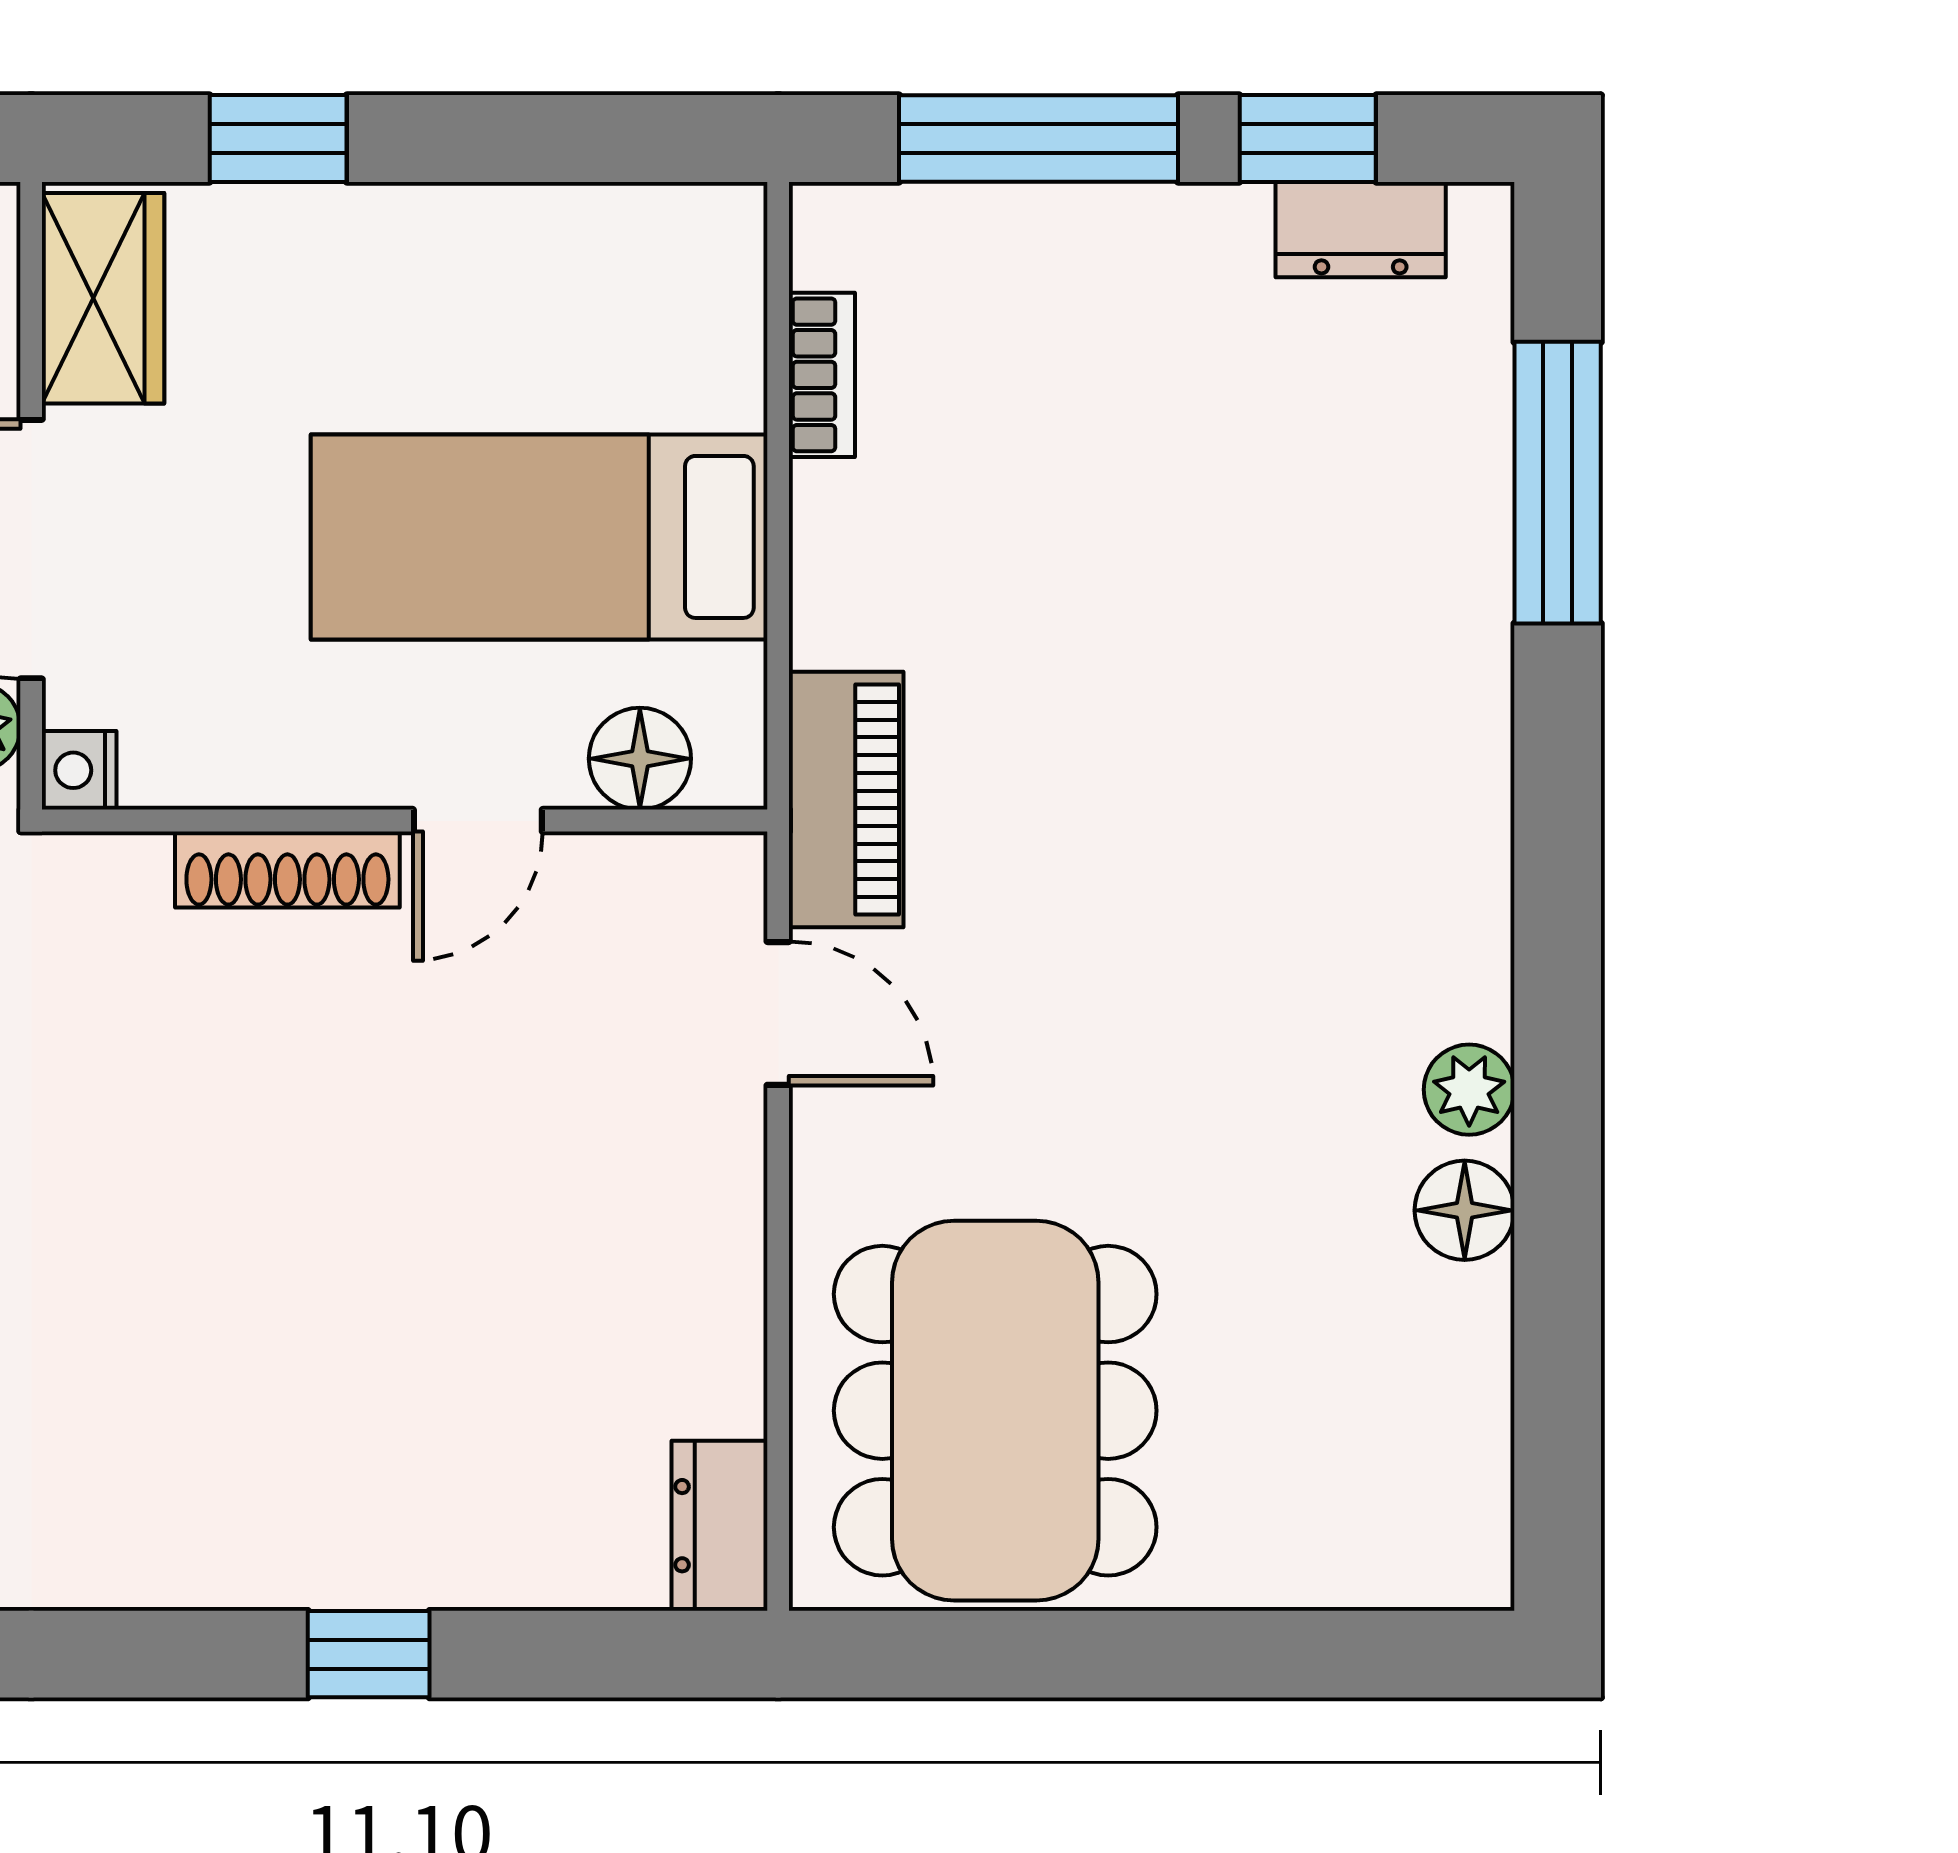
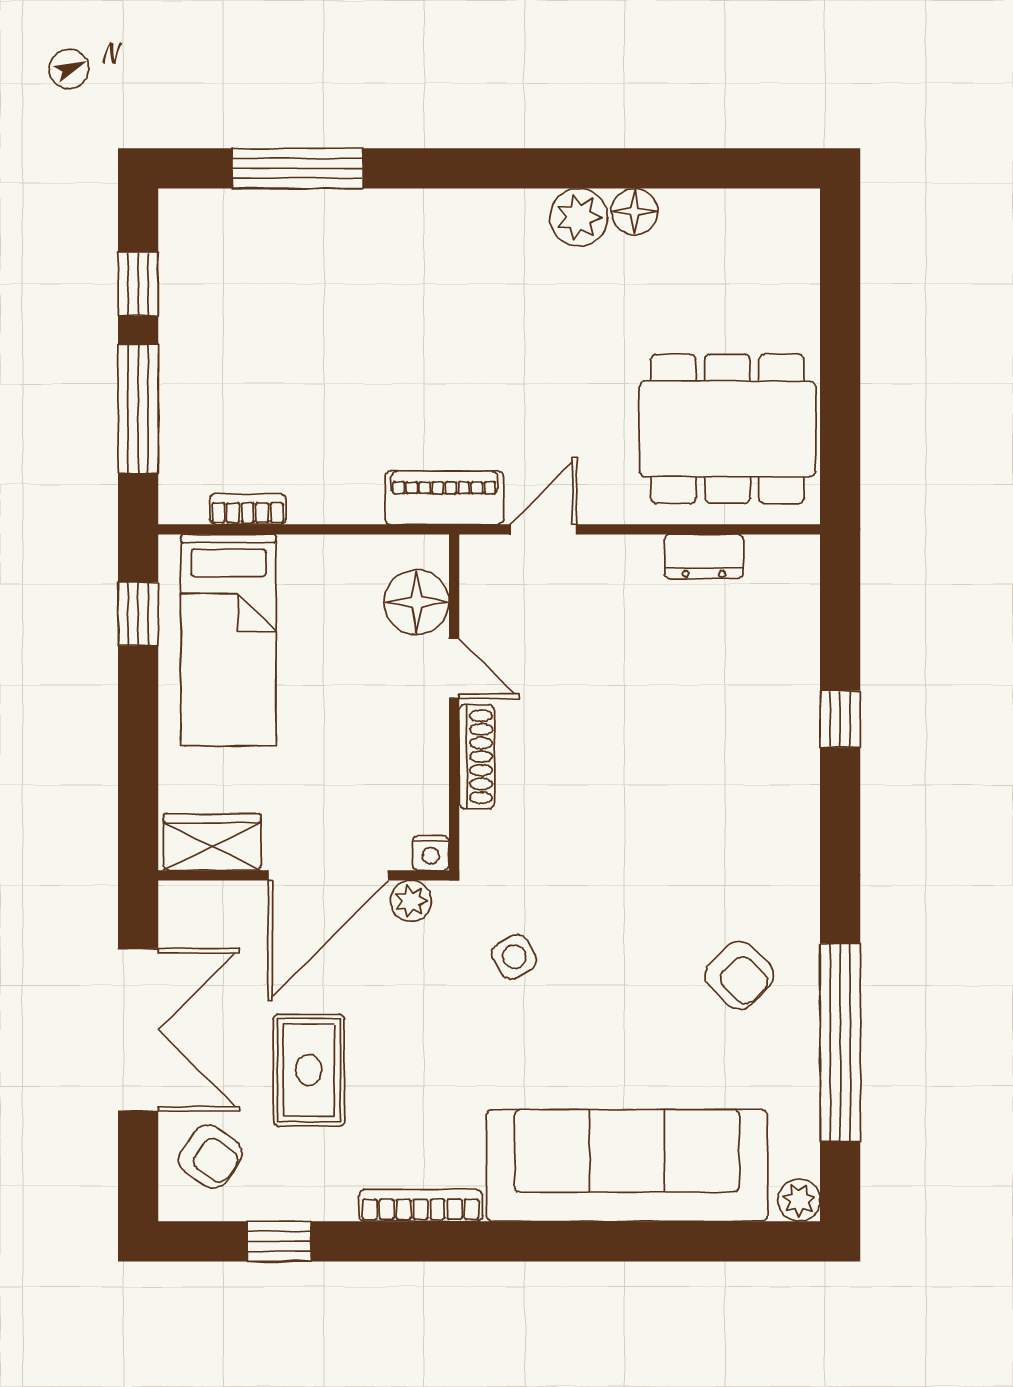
window: (278, 138) -> (138, 614), moved
dresser: (1361, 230) -> (180, 260), removed
bed: (539, 537) -> (228, 640), moved
floor lamp: (640, 759) -> (417, 602), width x1.38, depth x1.38
plant: (1469, 1090) -> (579, 217), width x1.38, depth x1.38
dresser: (719, 1526) -> (704, 557), moved

